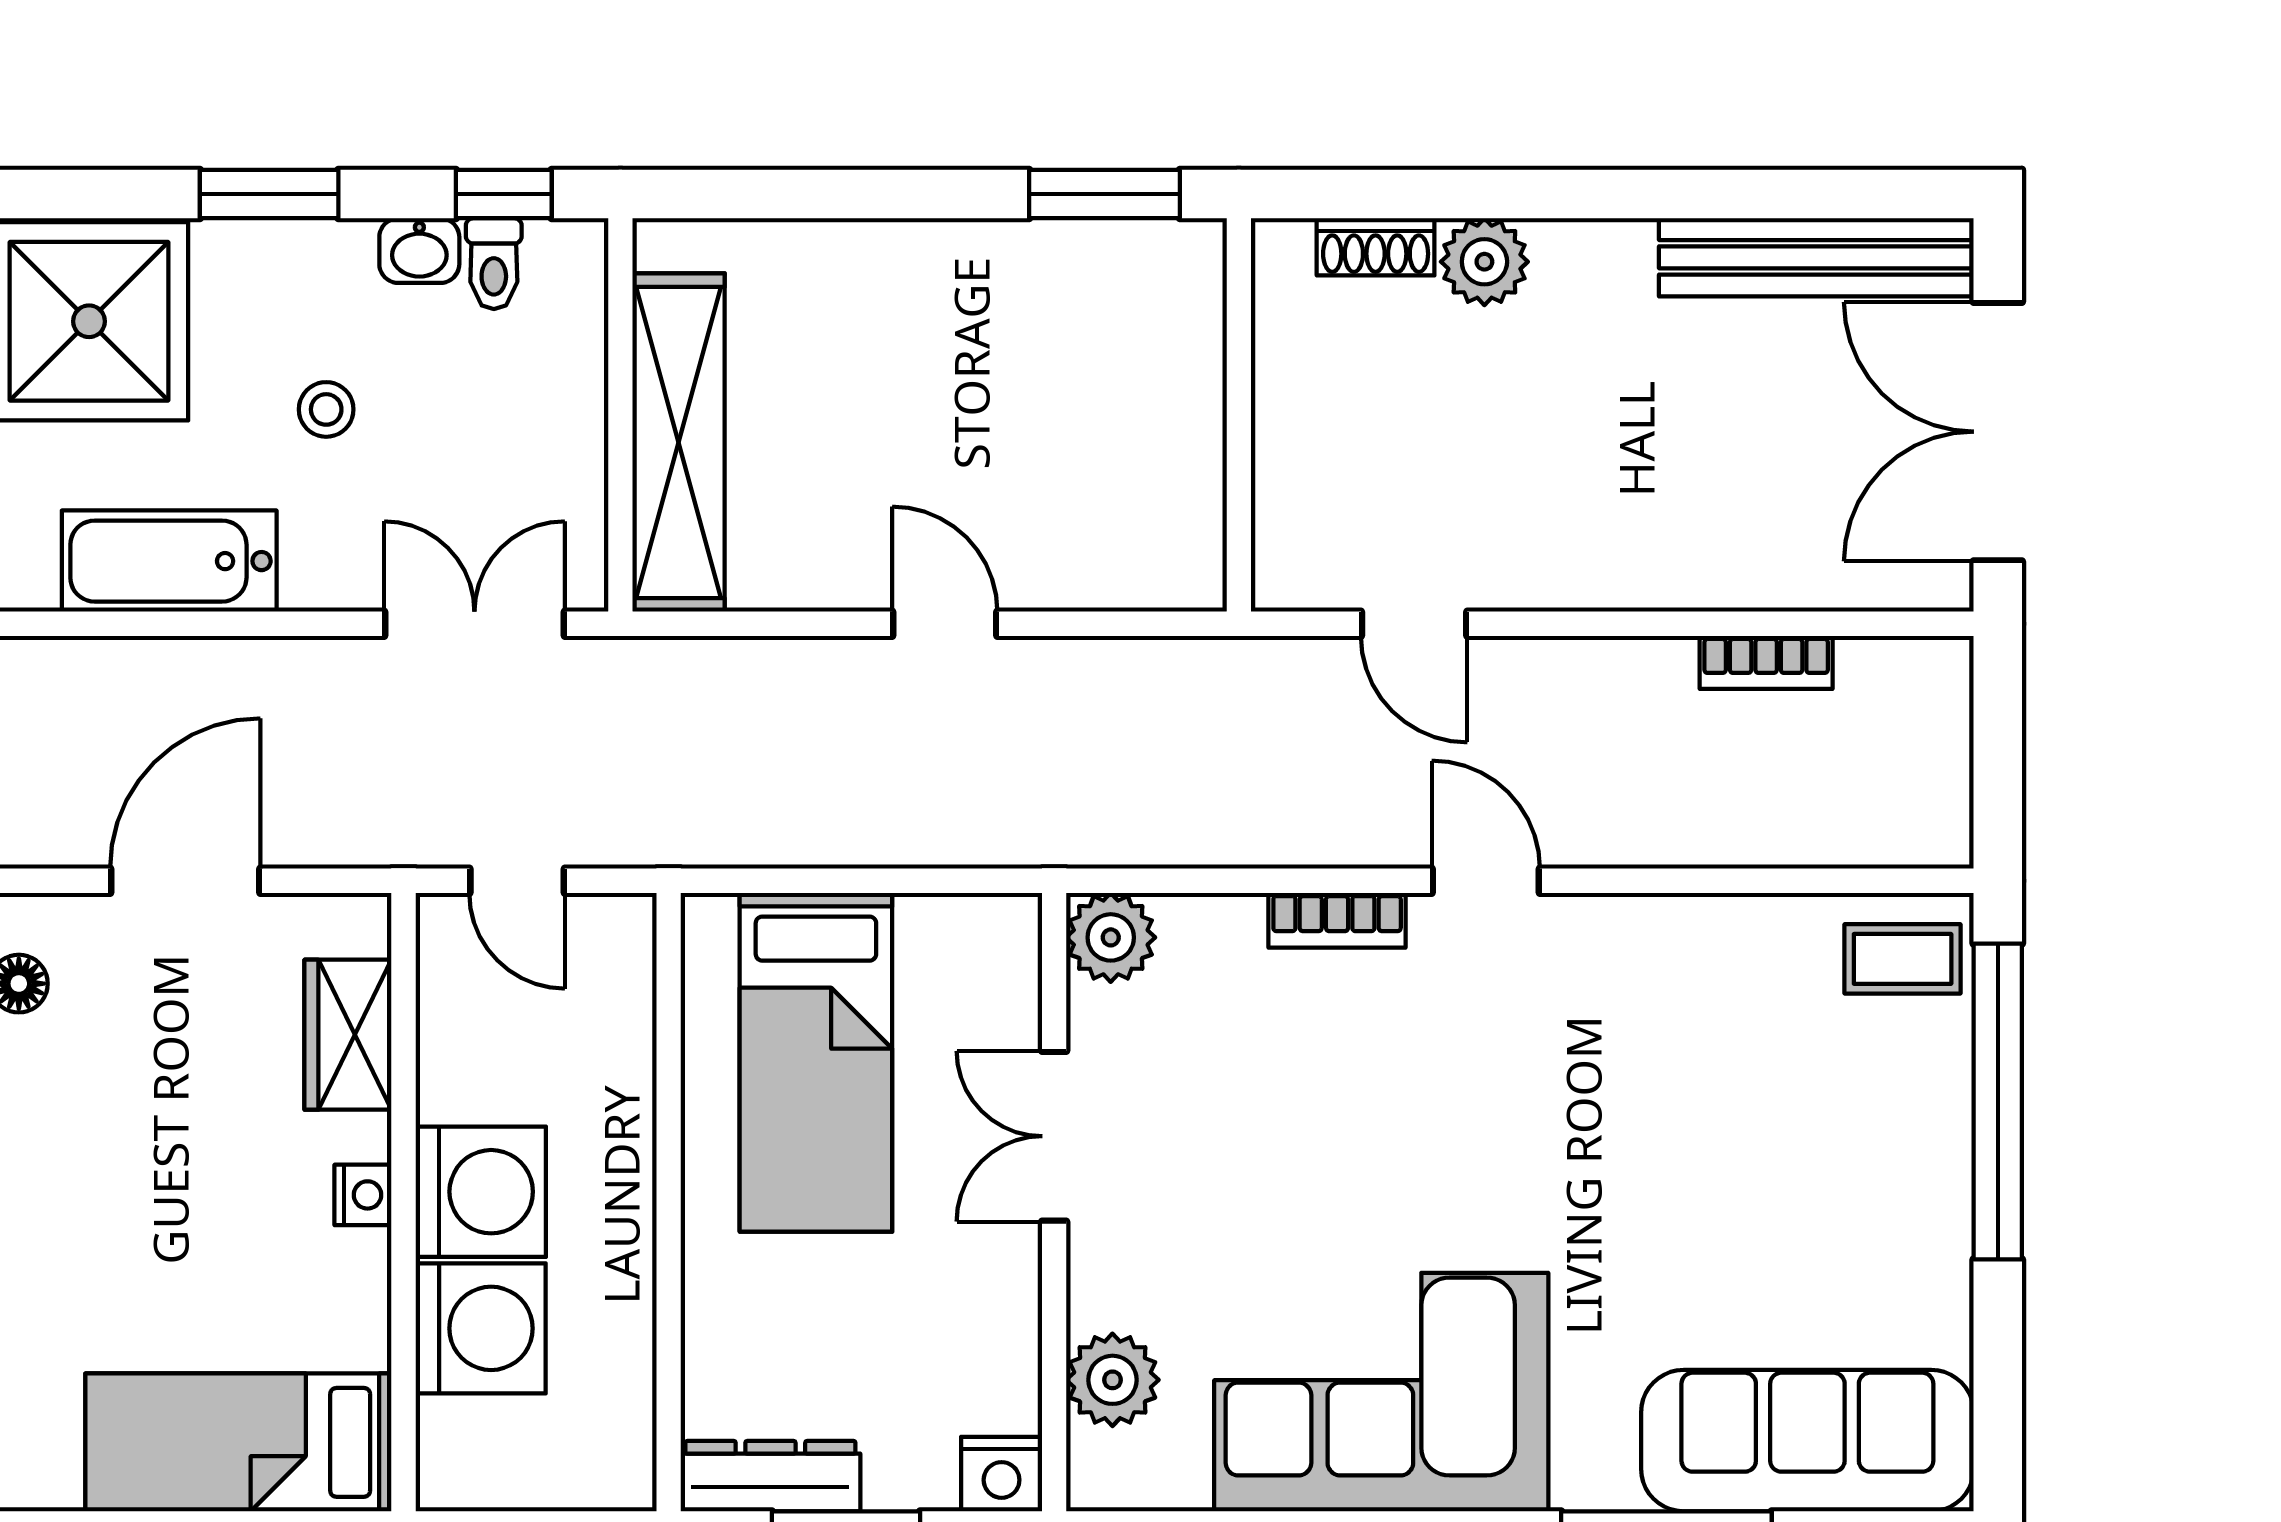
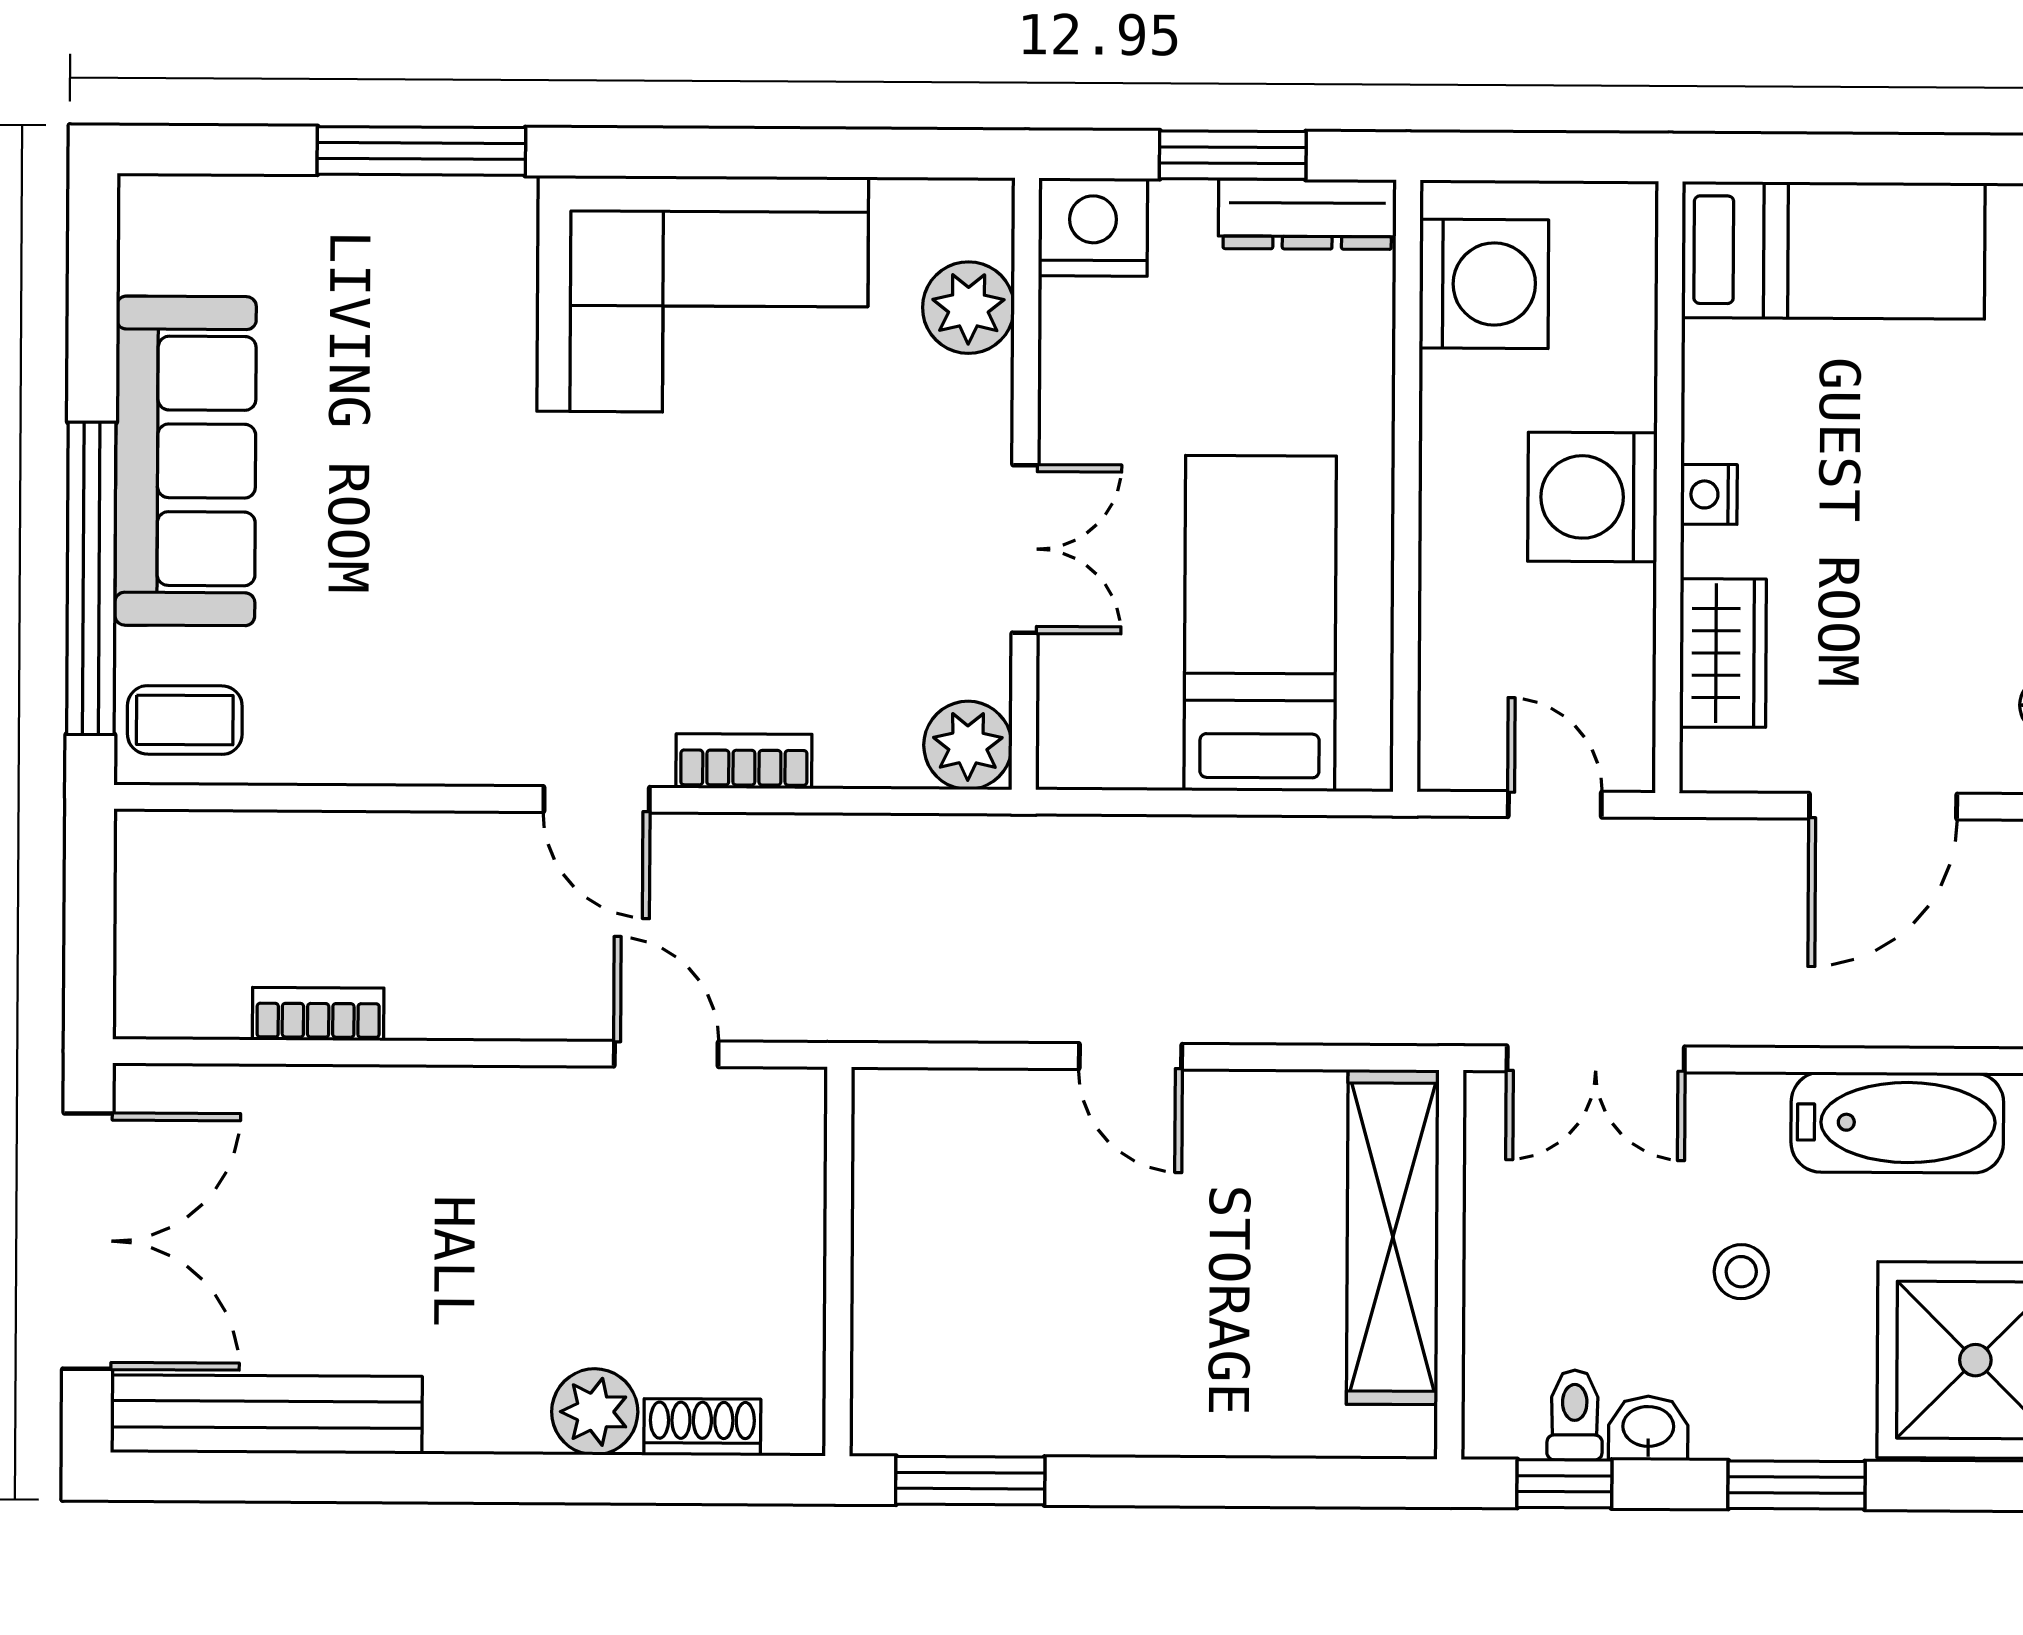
washing machine: (481, 1328) -> (1484, 284), moved, turned 180
sofa: (1807, 1441) -> (186, 461), moved, turned -90
nightstand: (1002, 1474) -> (1093, 227), width x1.36, depth x1.33

